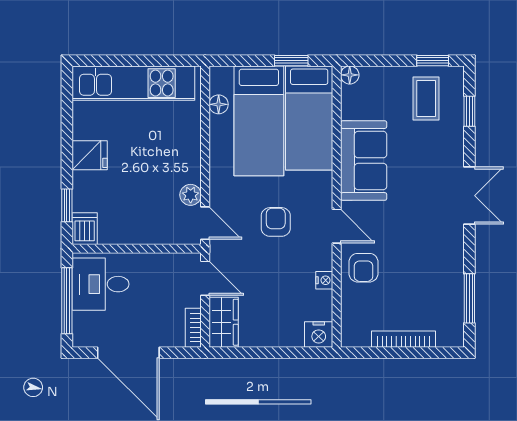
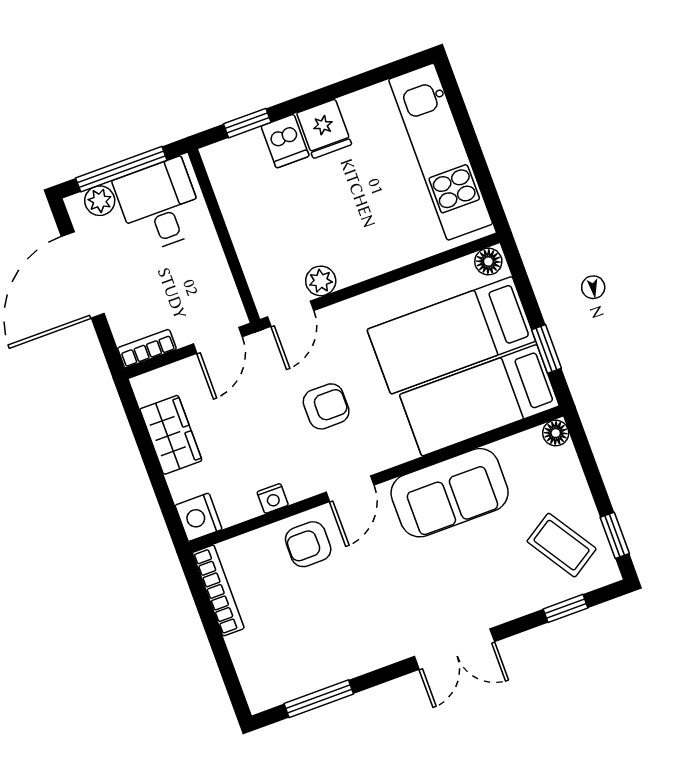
coffee table: (426, 98) -> (562, 545), turned 57
floor lamp: (219, 104) -> (488, 262), moved
dishwasher: (85, 229) -> (285, 141), moved, turned 90
wardrobe: (224, 322) -> (171, 435), moved, turned -90
plant: (83, 323) -> (100, 201), added
bookcase: (403, 339) -> (218, 590), moved

